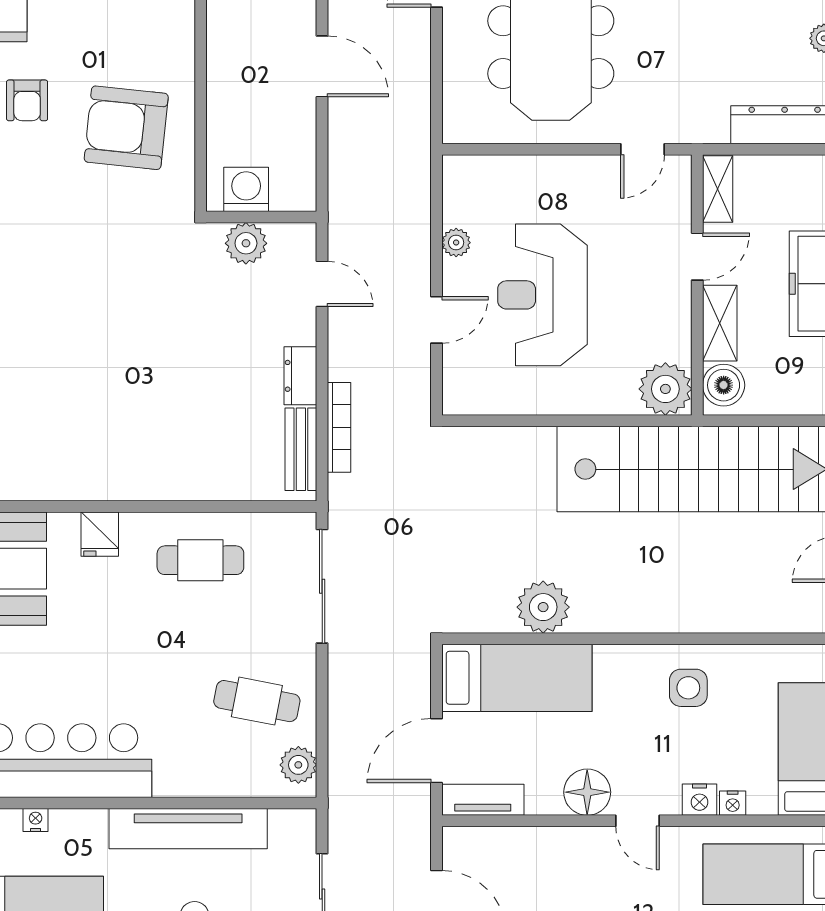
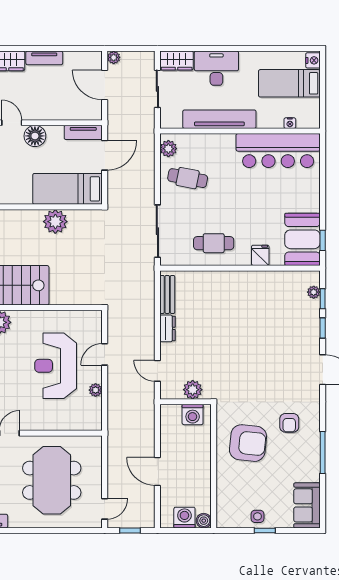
armchair: (27, 100) -> (289, 423), moved, turned 180
reception desk: (543, 295) -> (56, 366), turned 180
bookcase: (339, 427) -> (150, 305), removed

